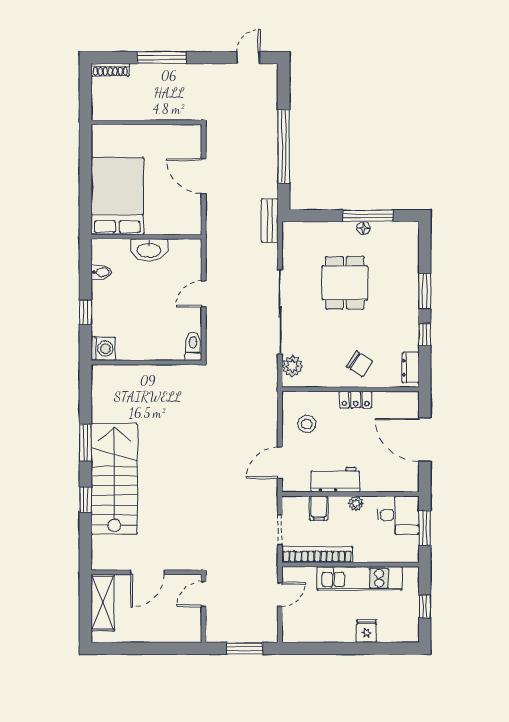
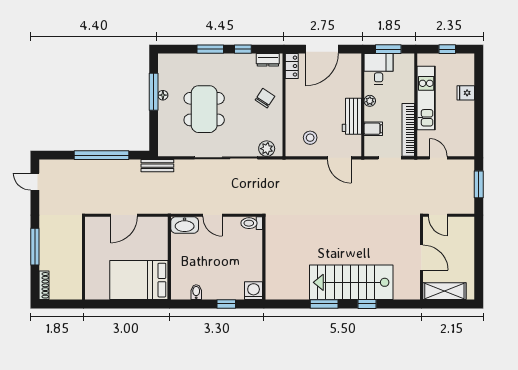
washbasin: (149, 250) -> (185, 225), moved, turned 90
dining table: (345, 283) -> (204, 109), width x1.37
locker: (356, 400) -> (292, 66), moved

